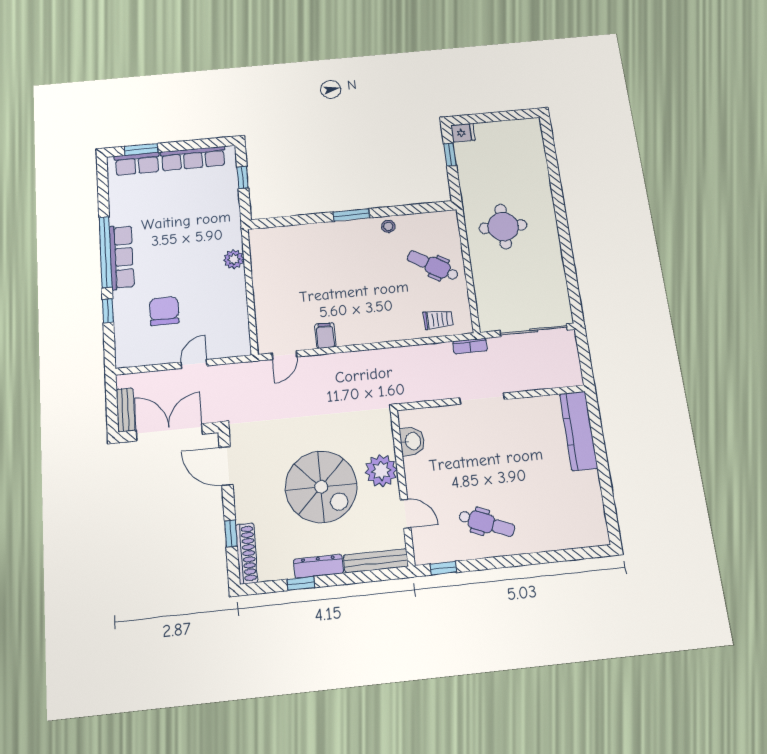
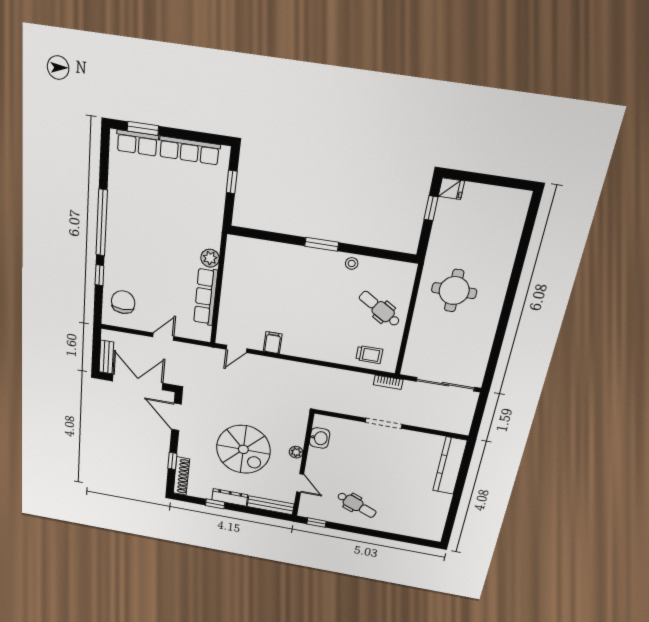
row of seats: (122, 257) -> (206, 297), moved, turned 180
chair: (164, 311) -> (123, 302), moved
plant: (381, 471) -> (296, 452), width x0.53, depth x0.53

